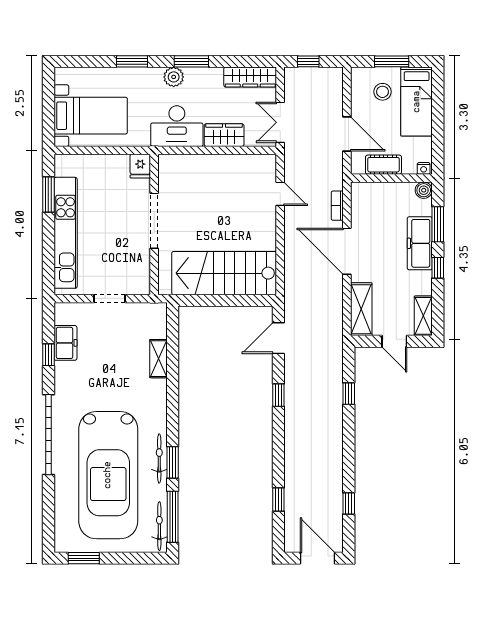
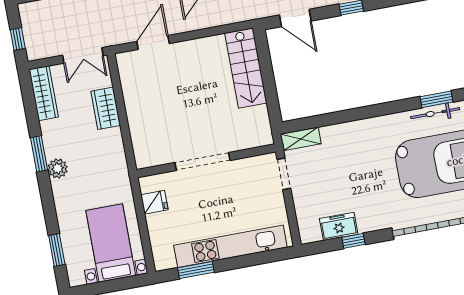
window: (132, 61) -> (57, 250), moved
desk: (177, 126) -> (105, 156), removed
fridge: (140, 166) -> (154, 202), moved
door: (280, 194) -> (153, 42), width x1.38
stairs: (224, 273) -> (246, 68), width x0.73, depth x0.66
doorway: (109, 299) -> (284, 174), moved
shelving: (158, 359) -> (301, 139), moved

